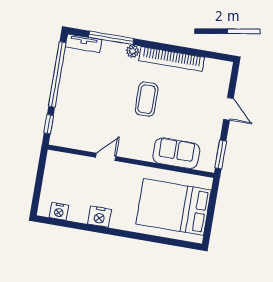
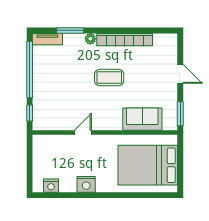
window: (111, 38) -> (70, 30), width x0.69
coffee table: (147, 99) -> (109, 77), turned 90

